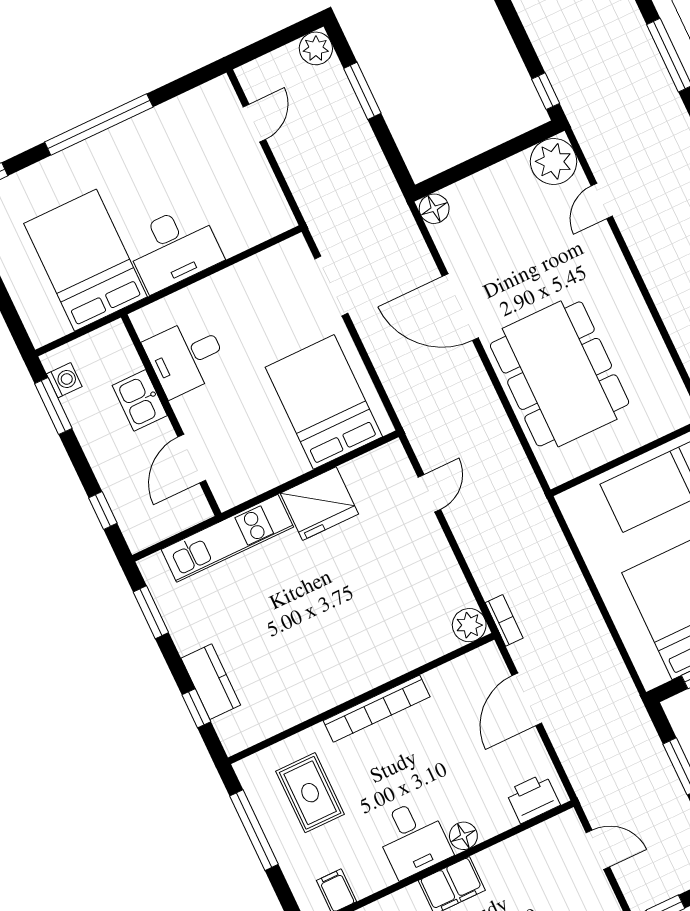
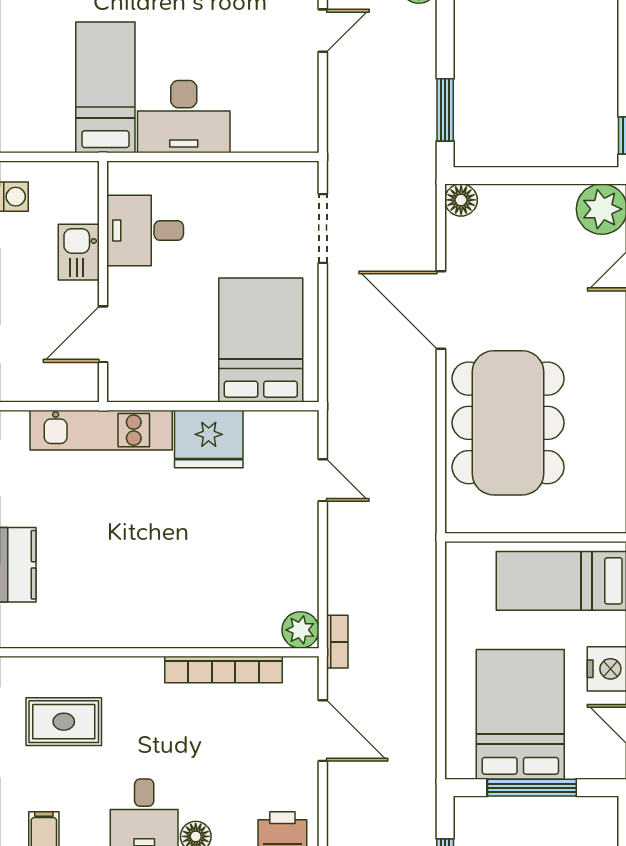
window: (362, 91) -> (445, 110), moved
bed: (86, 260) -> (105, 87), width x0.67
door: (429, 493) -> (323, 480), hinge flipped
door: (527, 699) -> (323, 731), swing flipped
bookcase: (377, 709) -> (224, 669), moved
rug: (310, 793) -> (64, 722), turned 90

